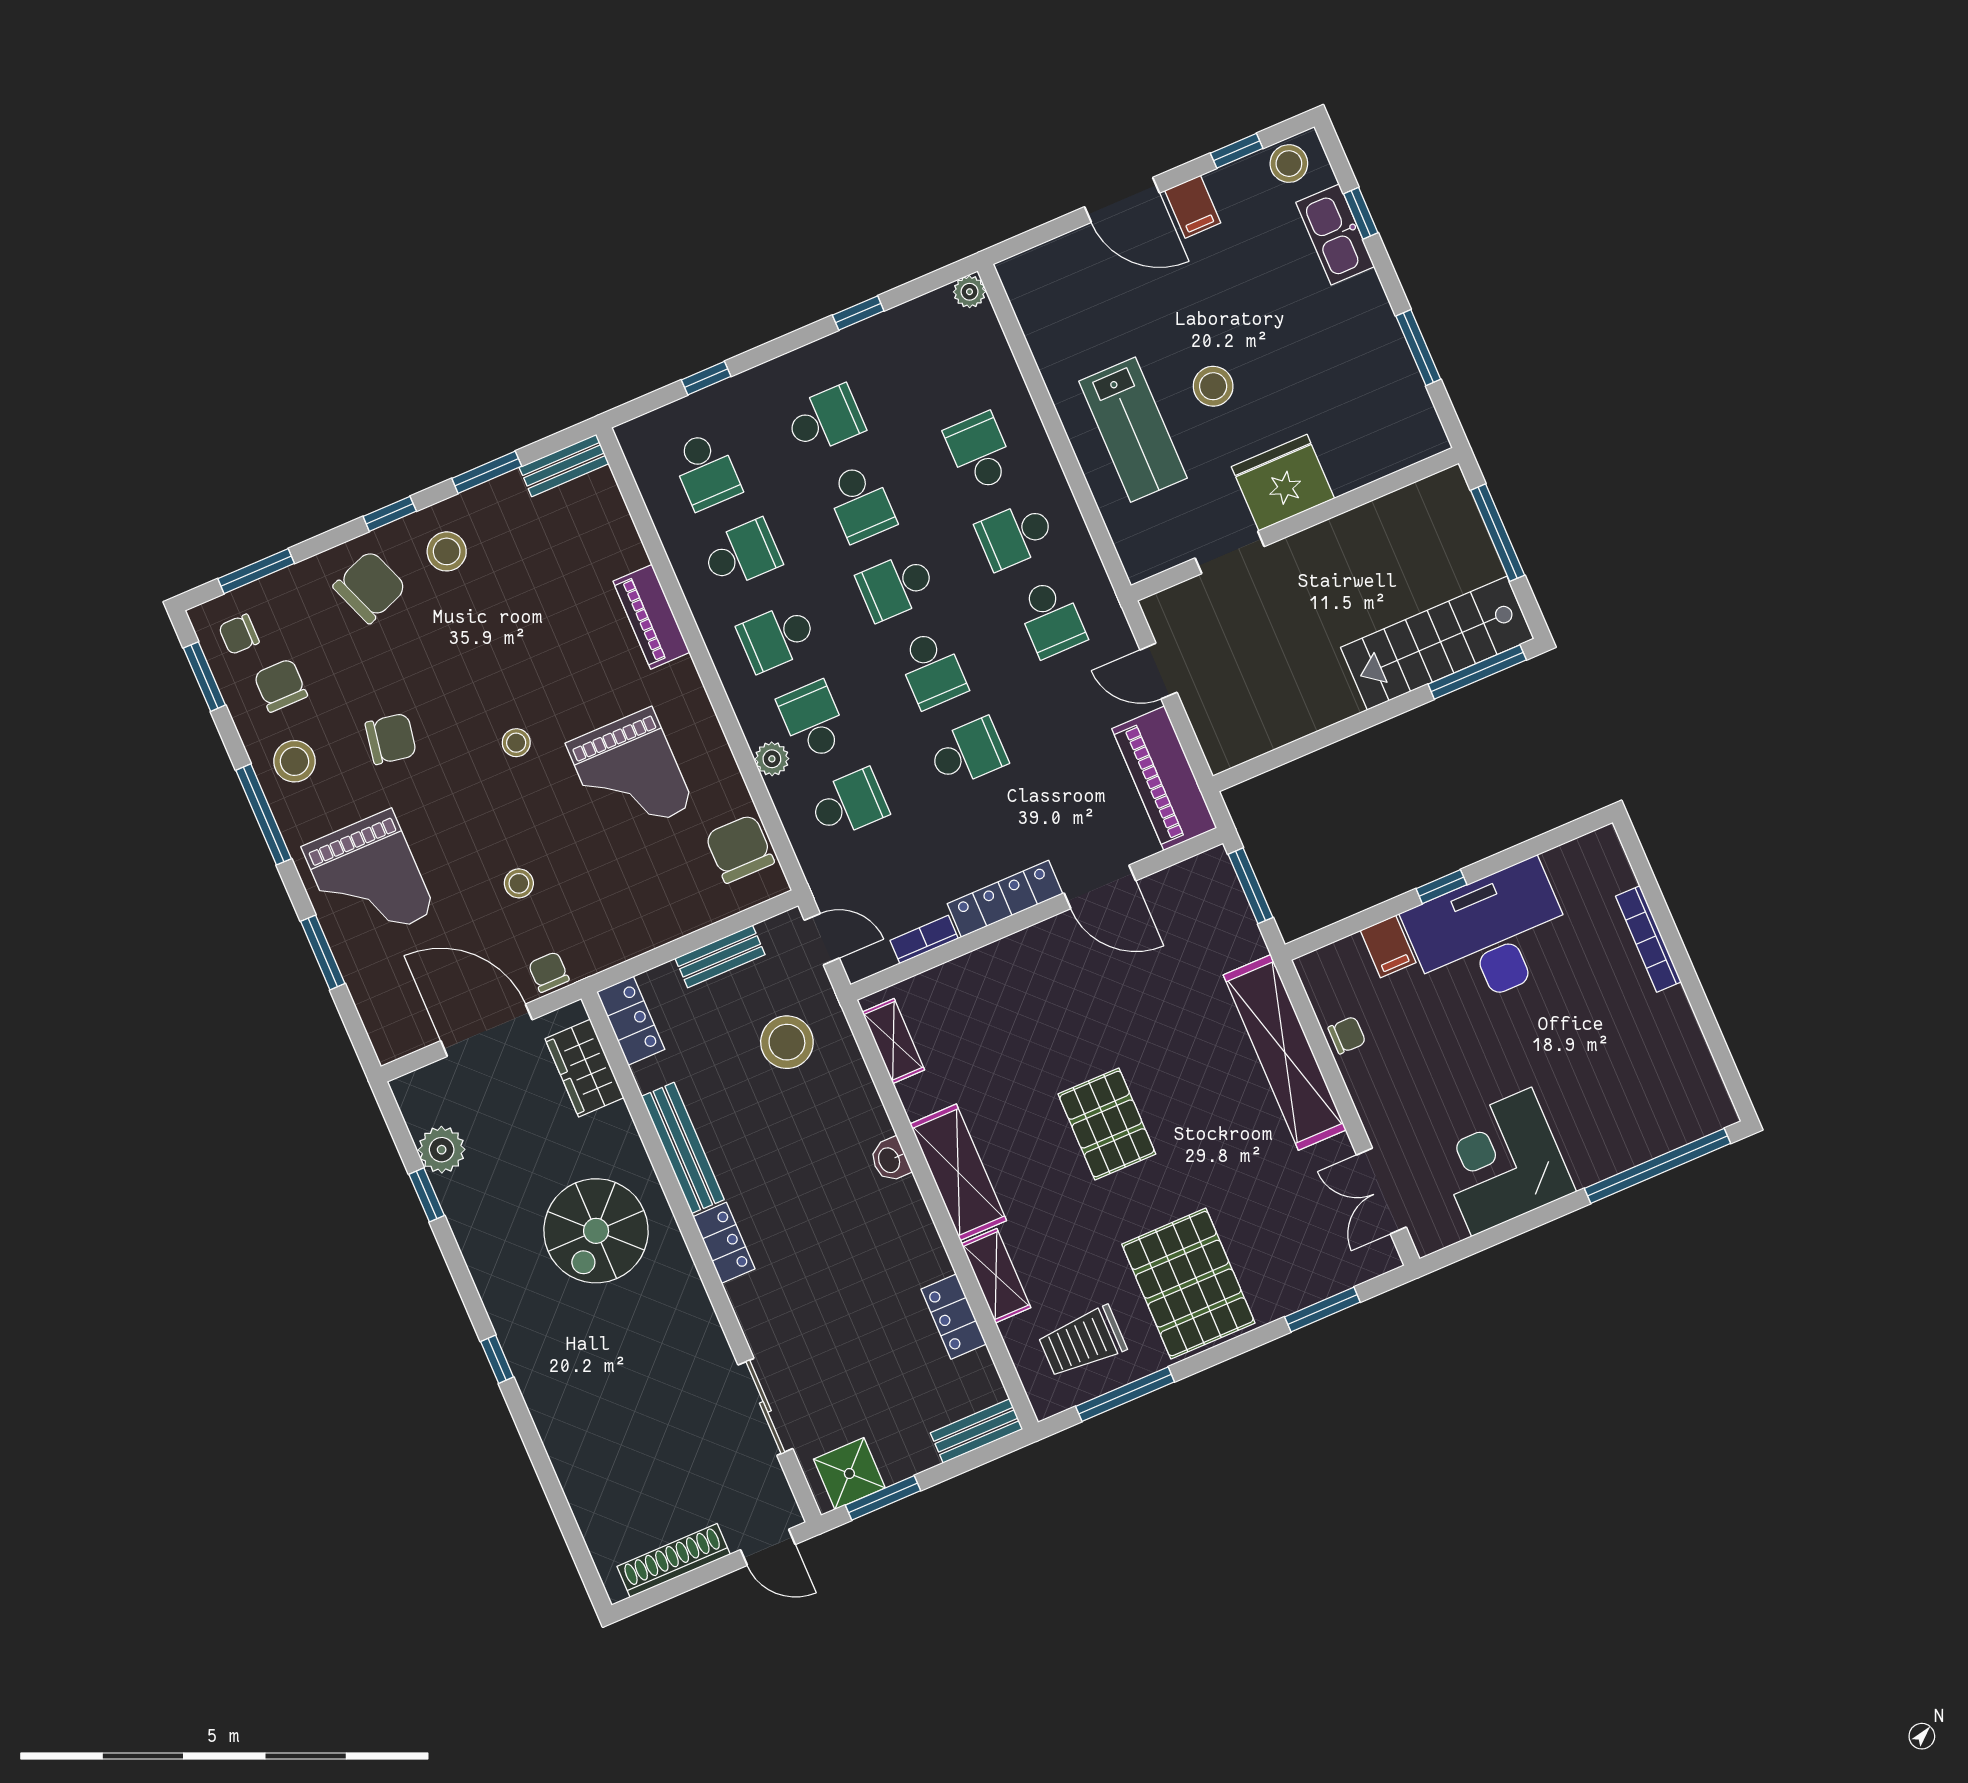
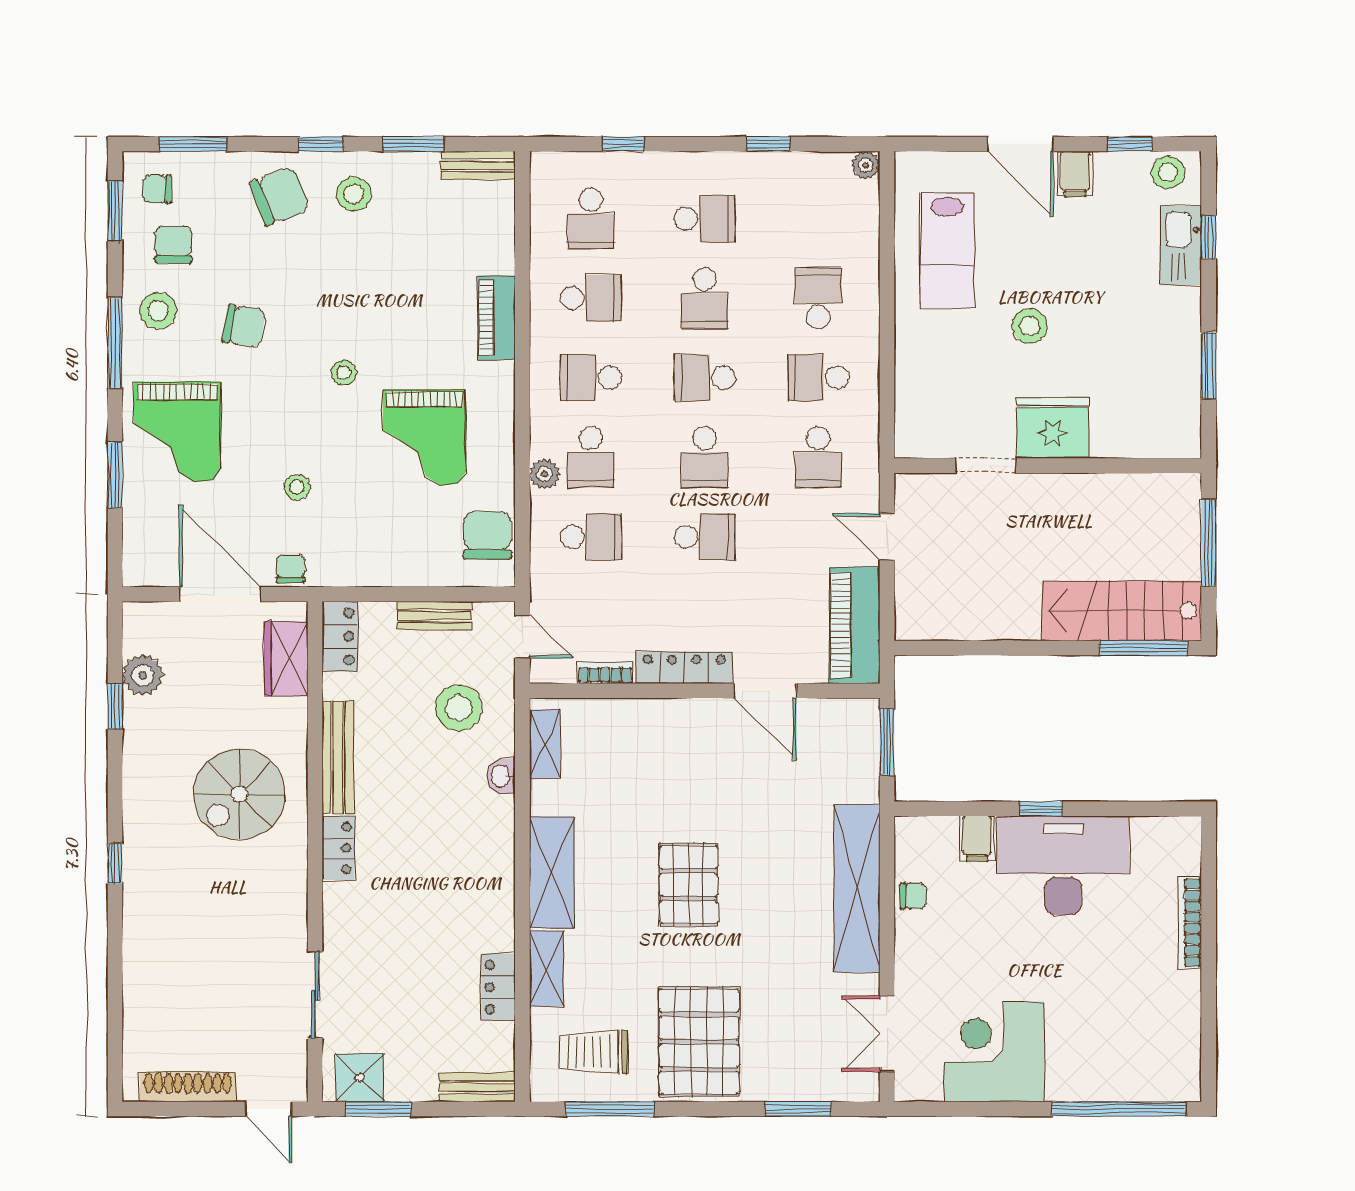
lab bench: (1133, 430) -> (947, 251), moved
school desk: (813, 720) -> (591, 457), turned 180
washbasin: (890, 1160) -> (501, 776), moved

